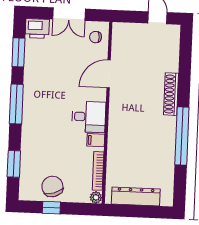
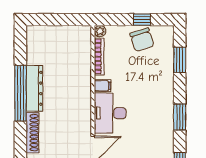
window: (16, 104) -> (180, 117), width x0.69
desk: (89, 117) -> (110, 113), width x1.37
dresser: (136, 196) -> (34, 88), moved, turned -90

